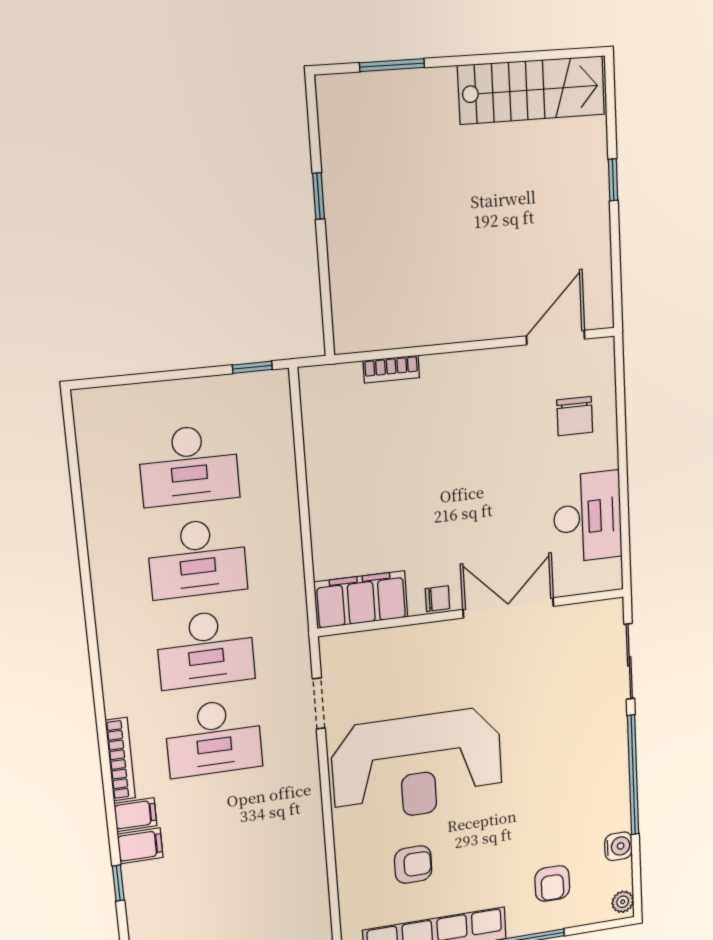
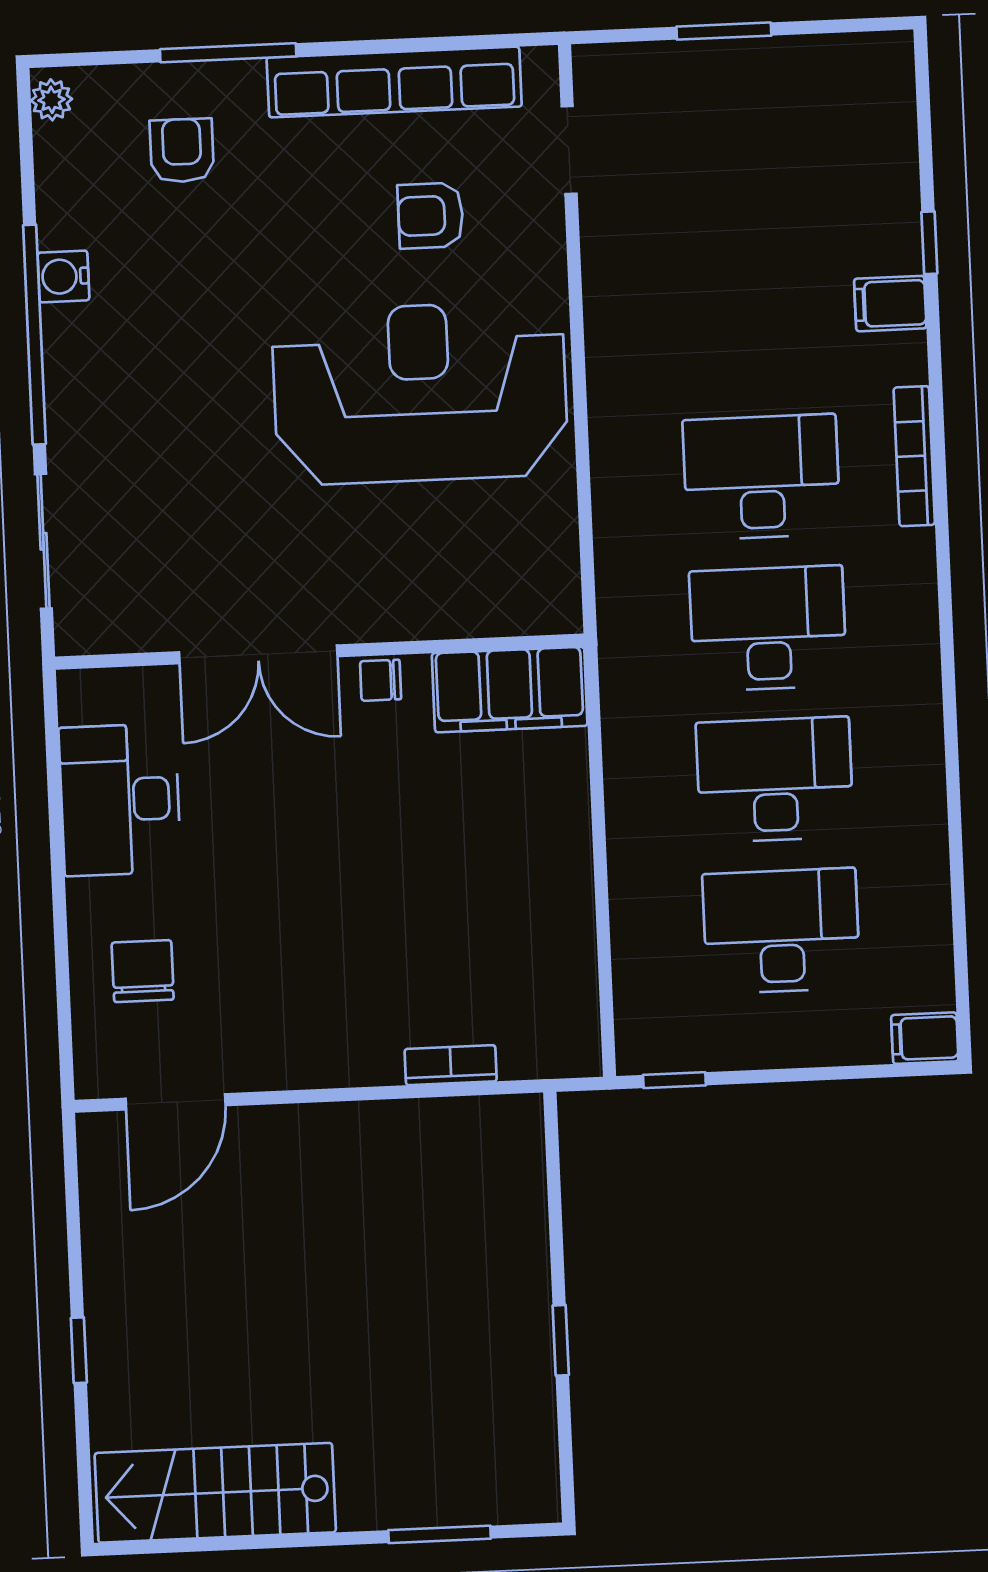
doorway: (319, 703) -> (569, 150), moved
filing cabinet: (135, 815) -> (925, 1038), moved
water cooler: (618, 846) -> (63, 276), moved

